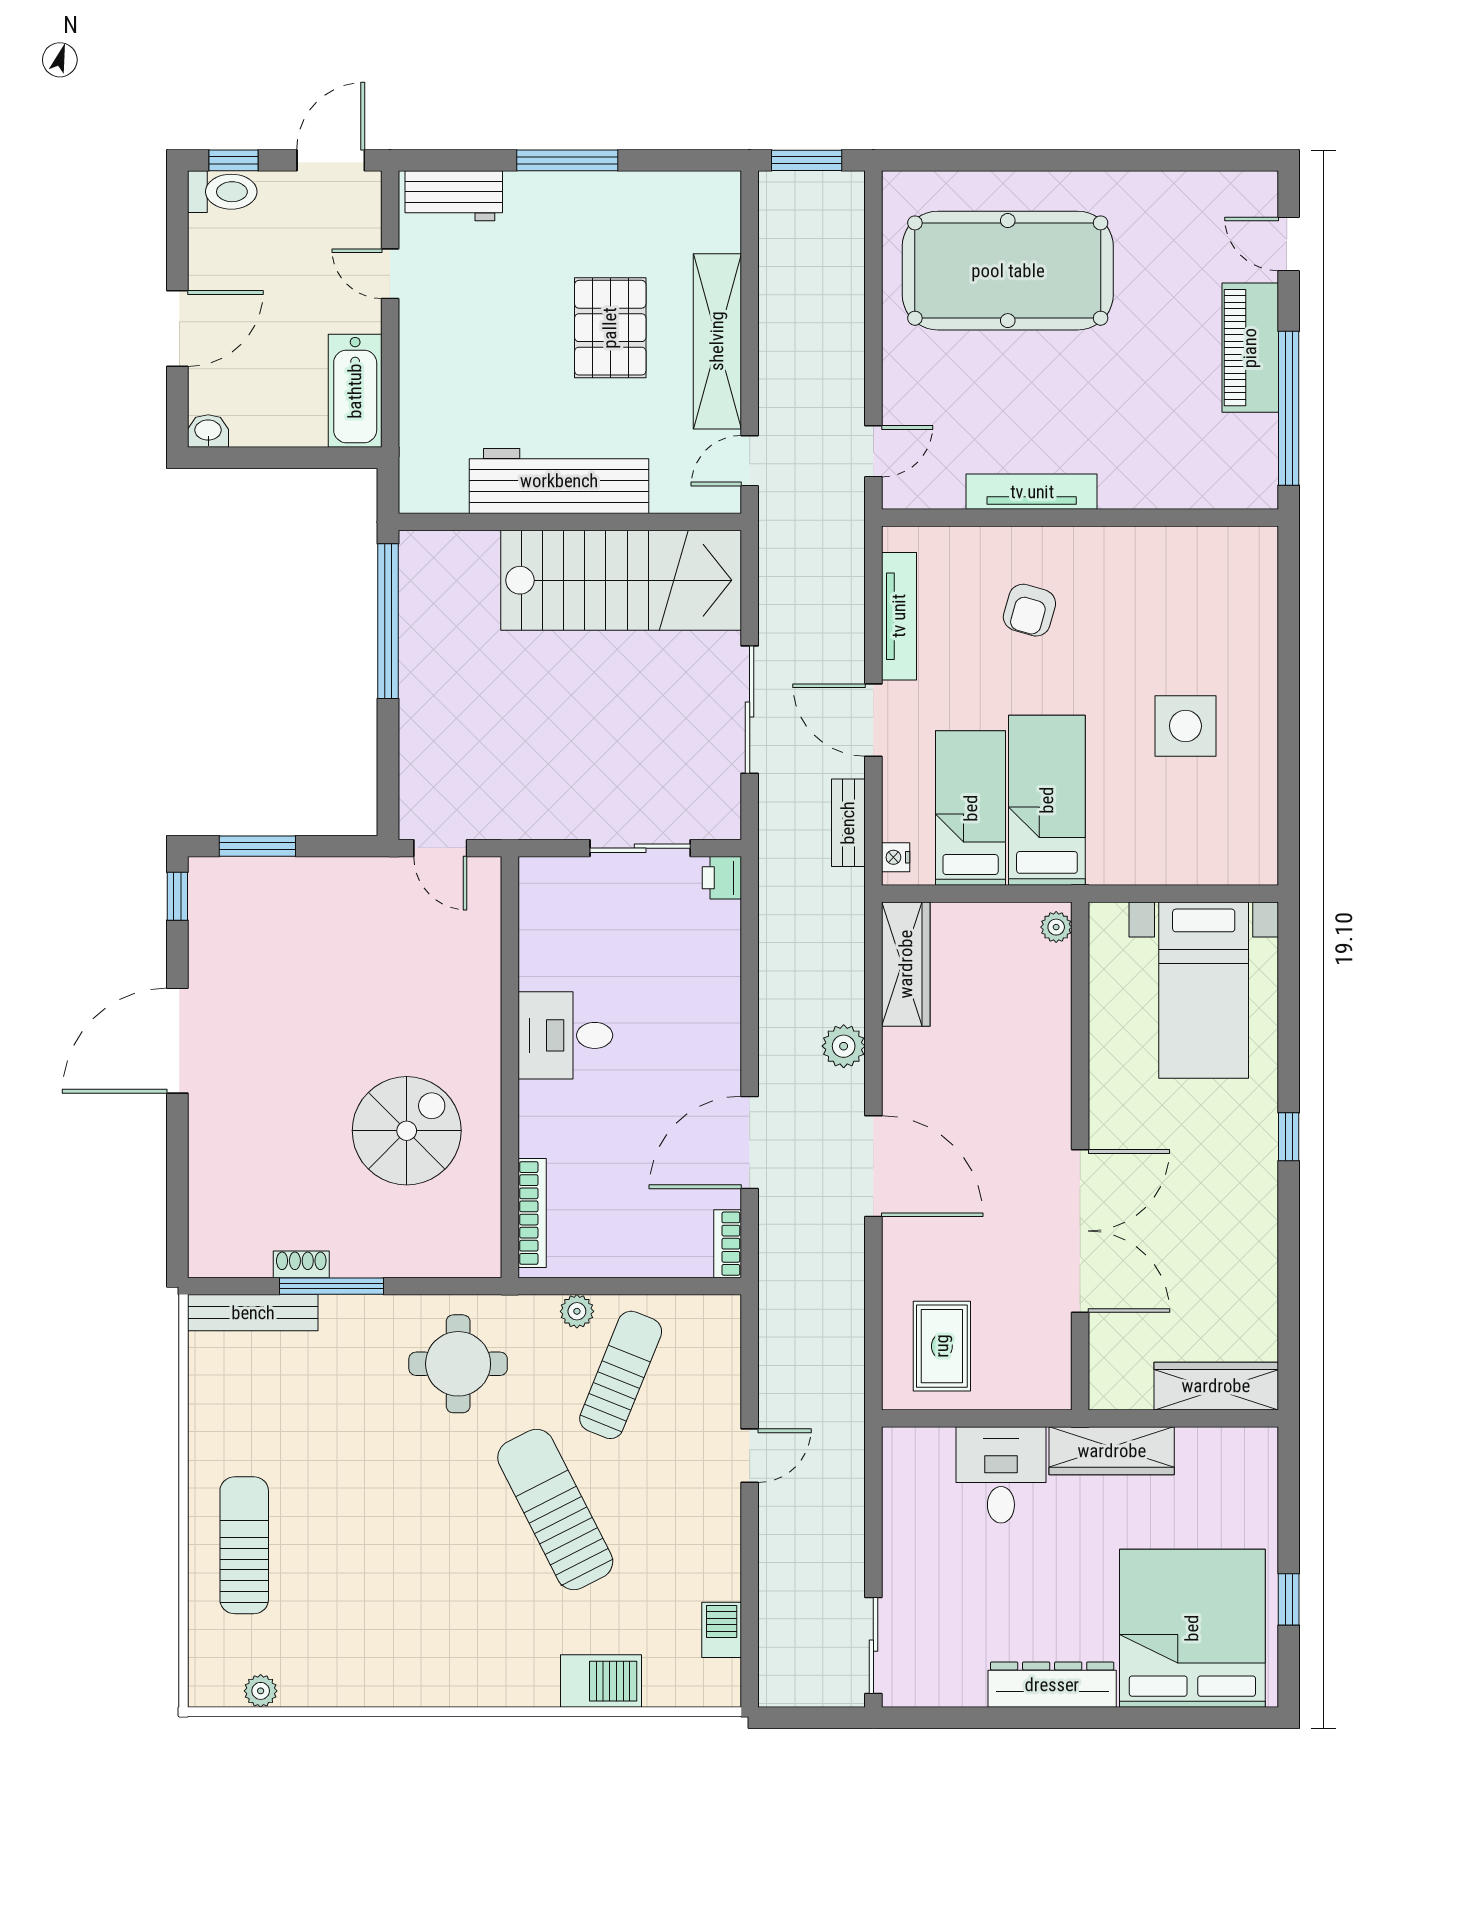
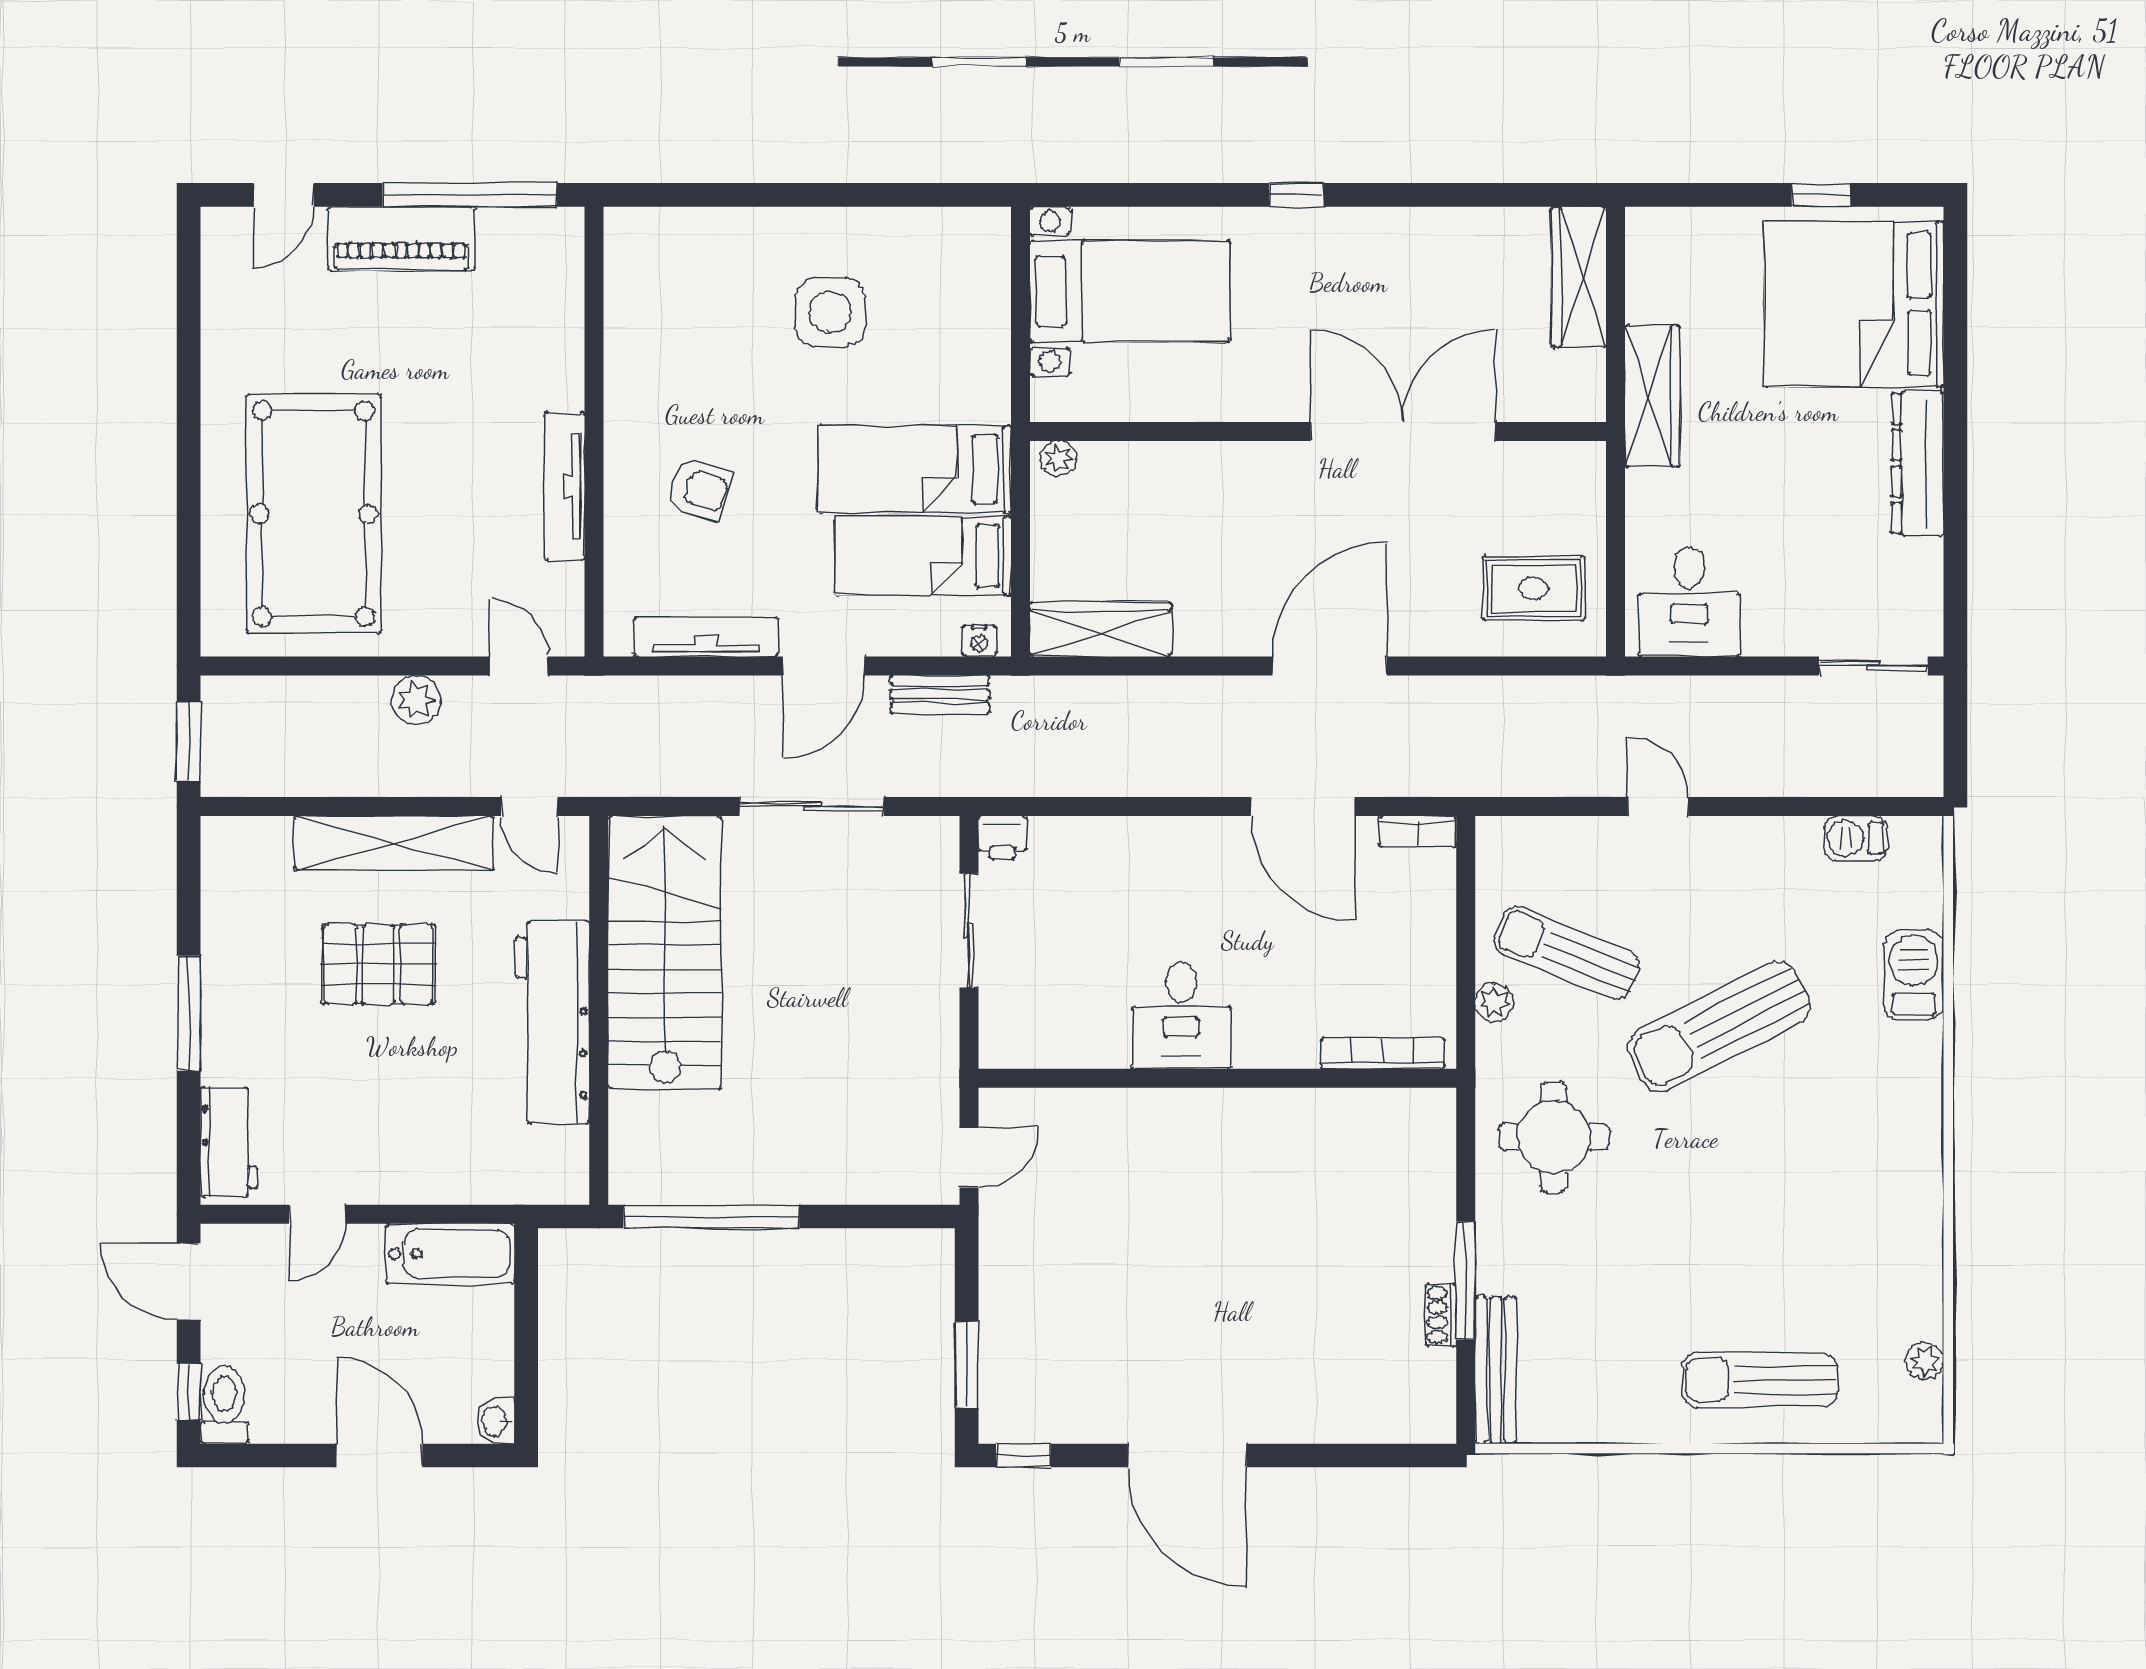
plant: (844, 1046) -> (416, 700), moved
spiral stairs: (407, 1131) -> (1289, 1195), removed
desk: (1001, 1475) -> (1689, 602), moved, turned -90

